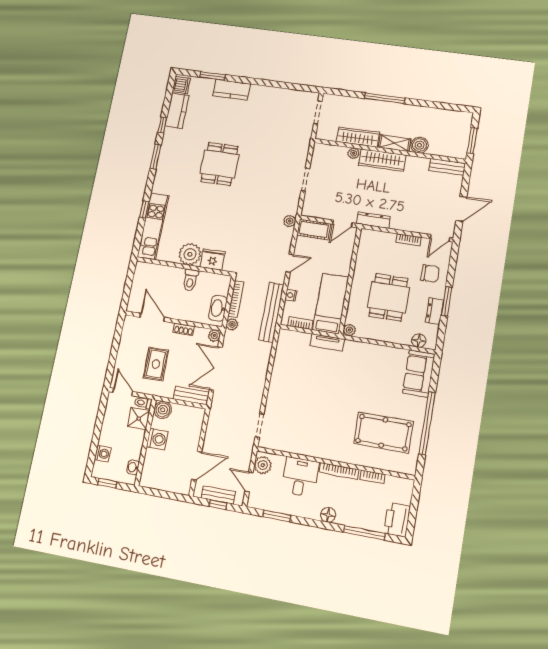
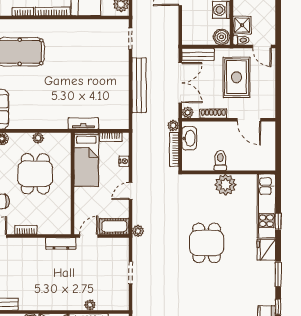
wardrobe: (382, 160) -> (62, 302), removed
dining table: (219, 164) -> (207, 243), moved
fridge: (213, 260) -> (266, 250), moved, turned 90
bench: (271, 312) -> (139, 85), moved
shoe rack: (184, 329) -> (213, 114), width x1.43
plant: (349, 330) -> (38, 138), moved
rug: (156, 364) -> (237, 77), width x1.36, depth x1.43

